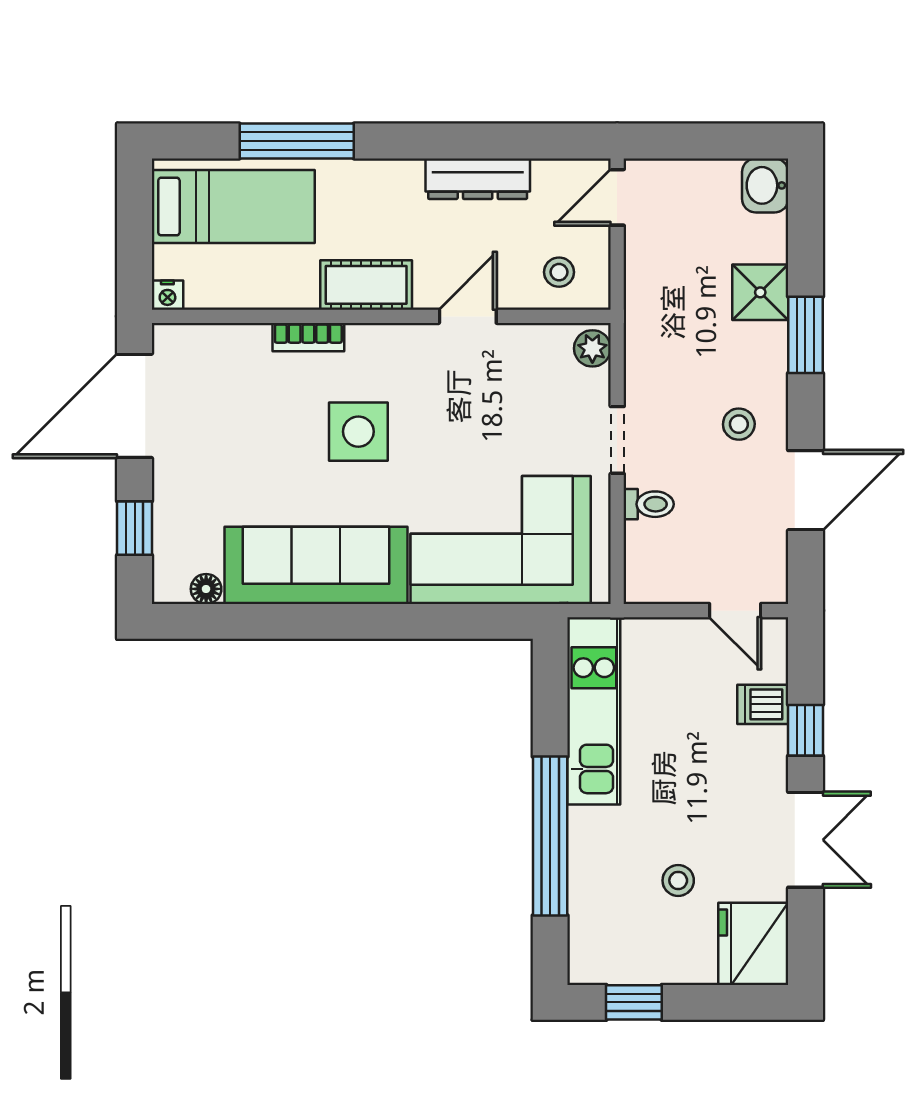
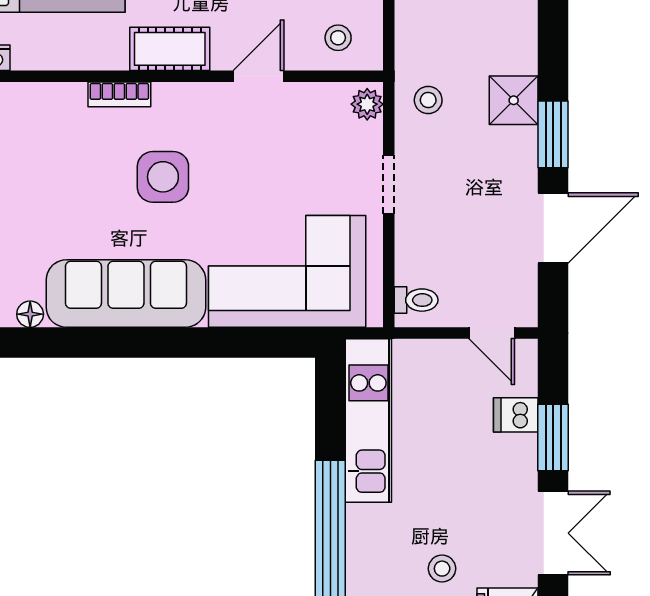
shower: (760, 292) -> (514, 100), moved
window: (805, 335) -> (553, 134), moved
stool: (739, 424) -> (428, 100), moved
toilet: (649, 504) -> (416, 300), moved
window: (805, 730) -> (553, 437), width x1.50

